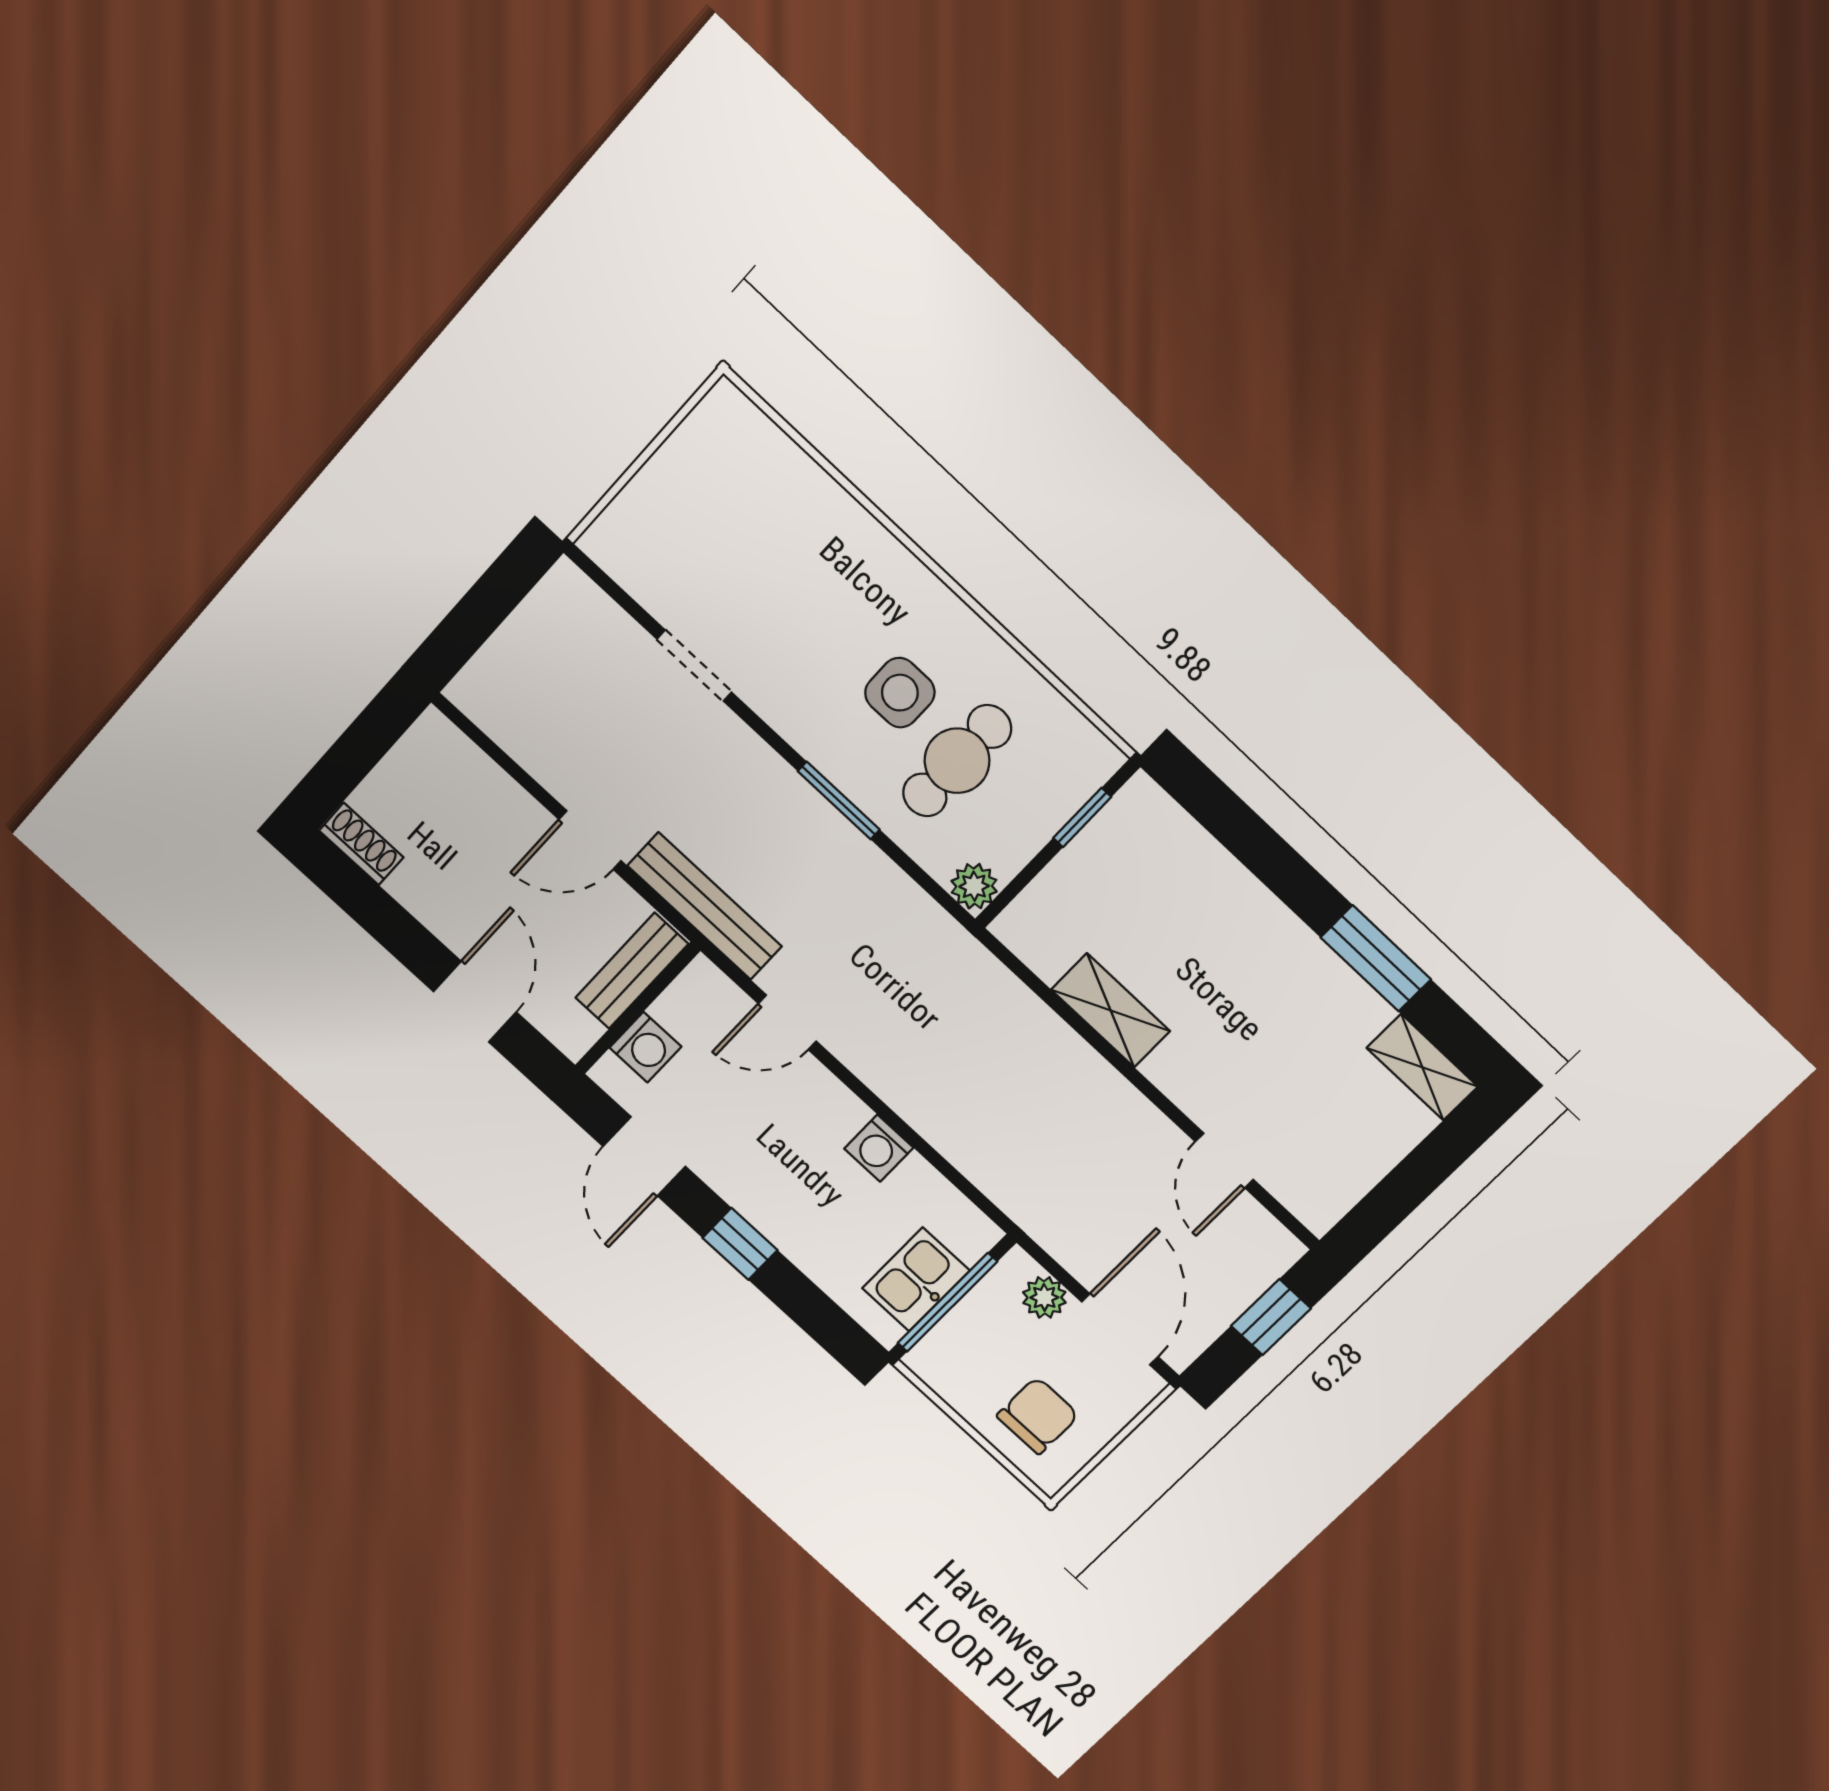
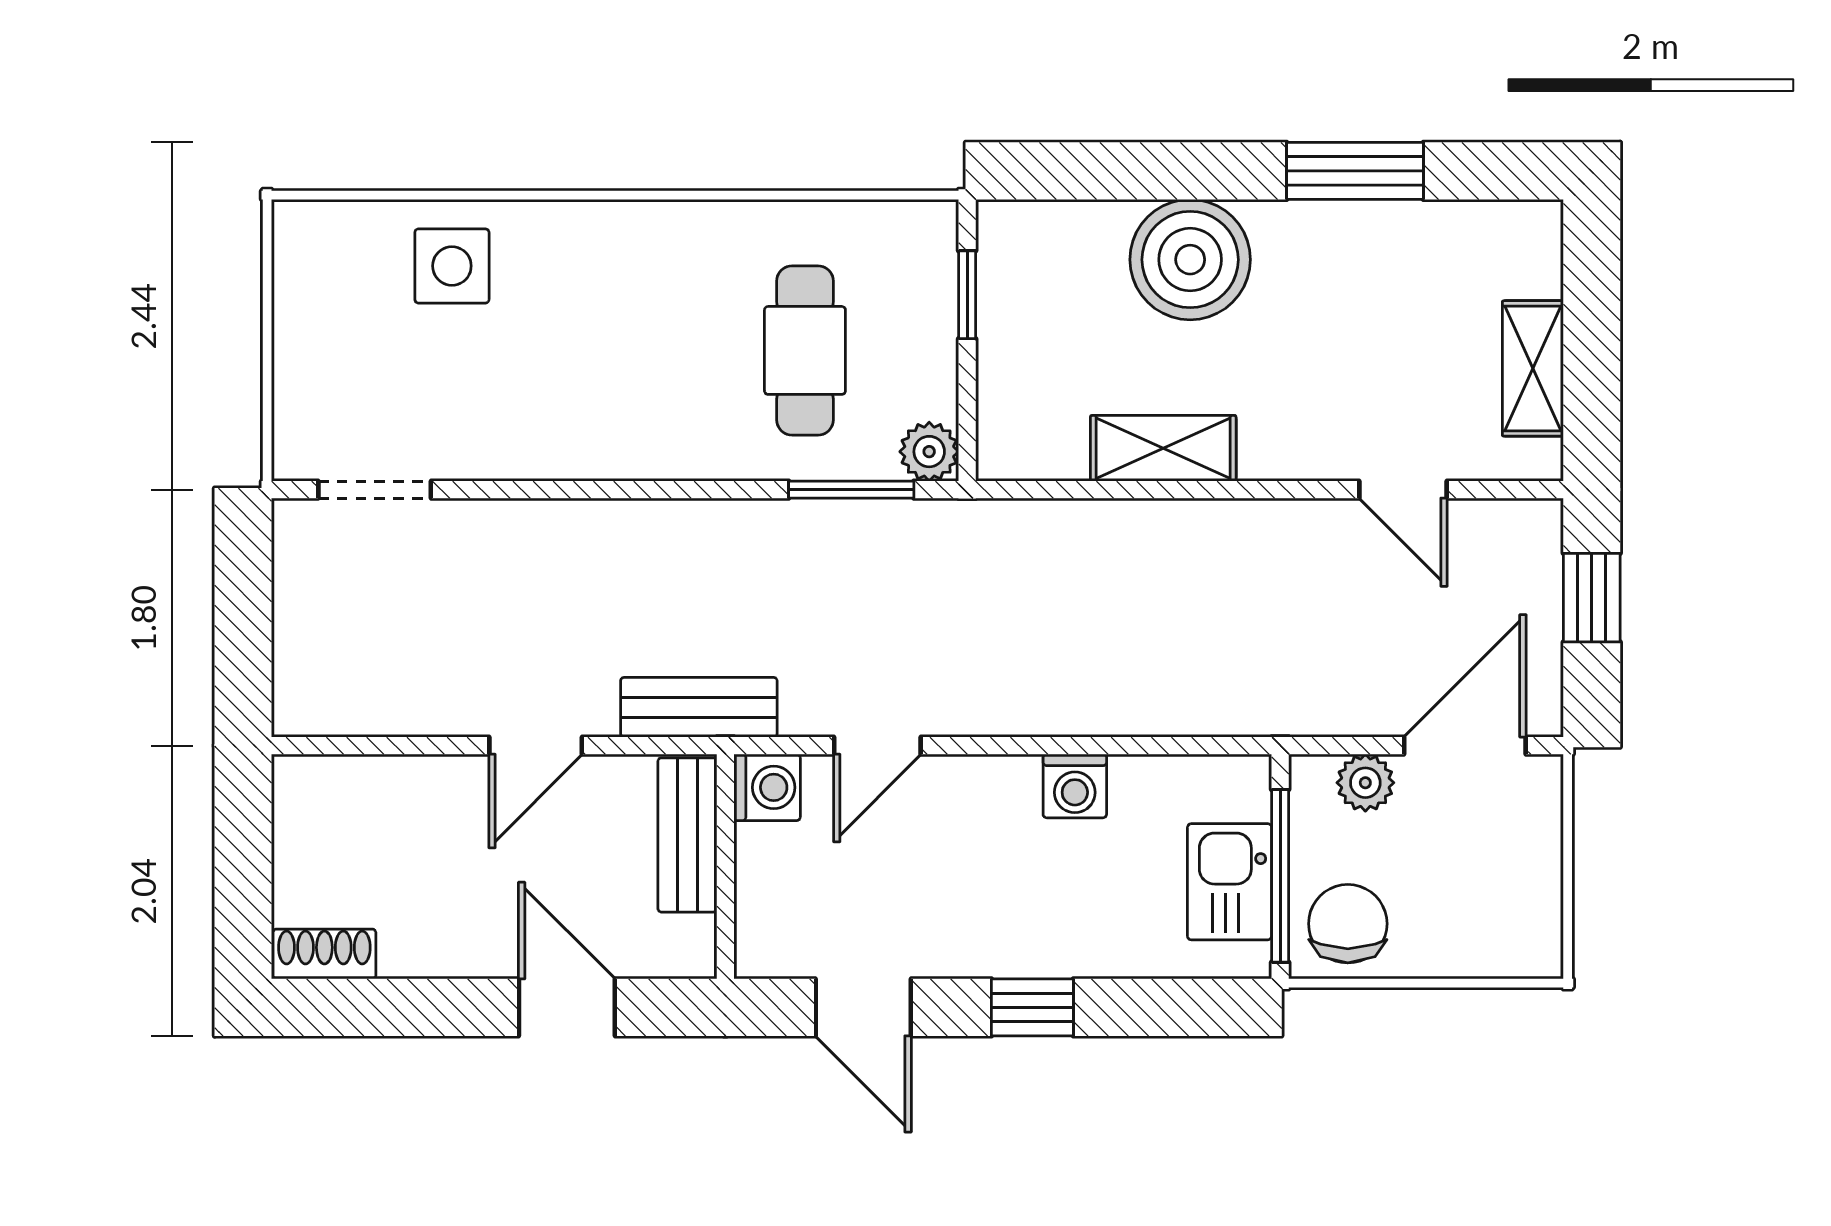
doorway: (694, 666) -> (375, 490), moved
side table: (900, 693) -> (452, 266), moved
window: (839, 800) -> (851, 490), moved
bench: (705, 906) -> (699, 707), width x0.73
boiler: (1231, 919) -> (1190, 260), added
washing machine: (645, 1047) -> (767, 787), moved
shelving: (1422, 1067) -> (1533, 368), moved, turned 90
door: (1120, 1329) -> (1465, 746), hinge flipped
chair: (1038, 1416) -> (1348, 924), moved

